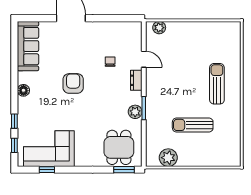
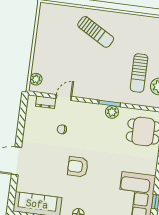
dresser: (136, 80) -> (46, 102), moved
sun lounger: (217, 84) -> (96, 32), turned -150
sun lounger: (193, 125) -> (139, 73), moved

